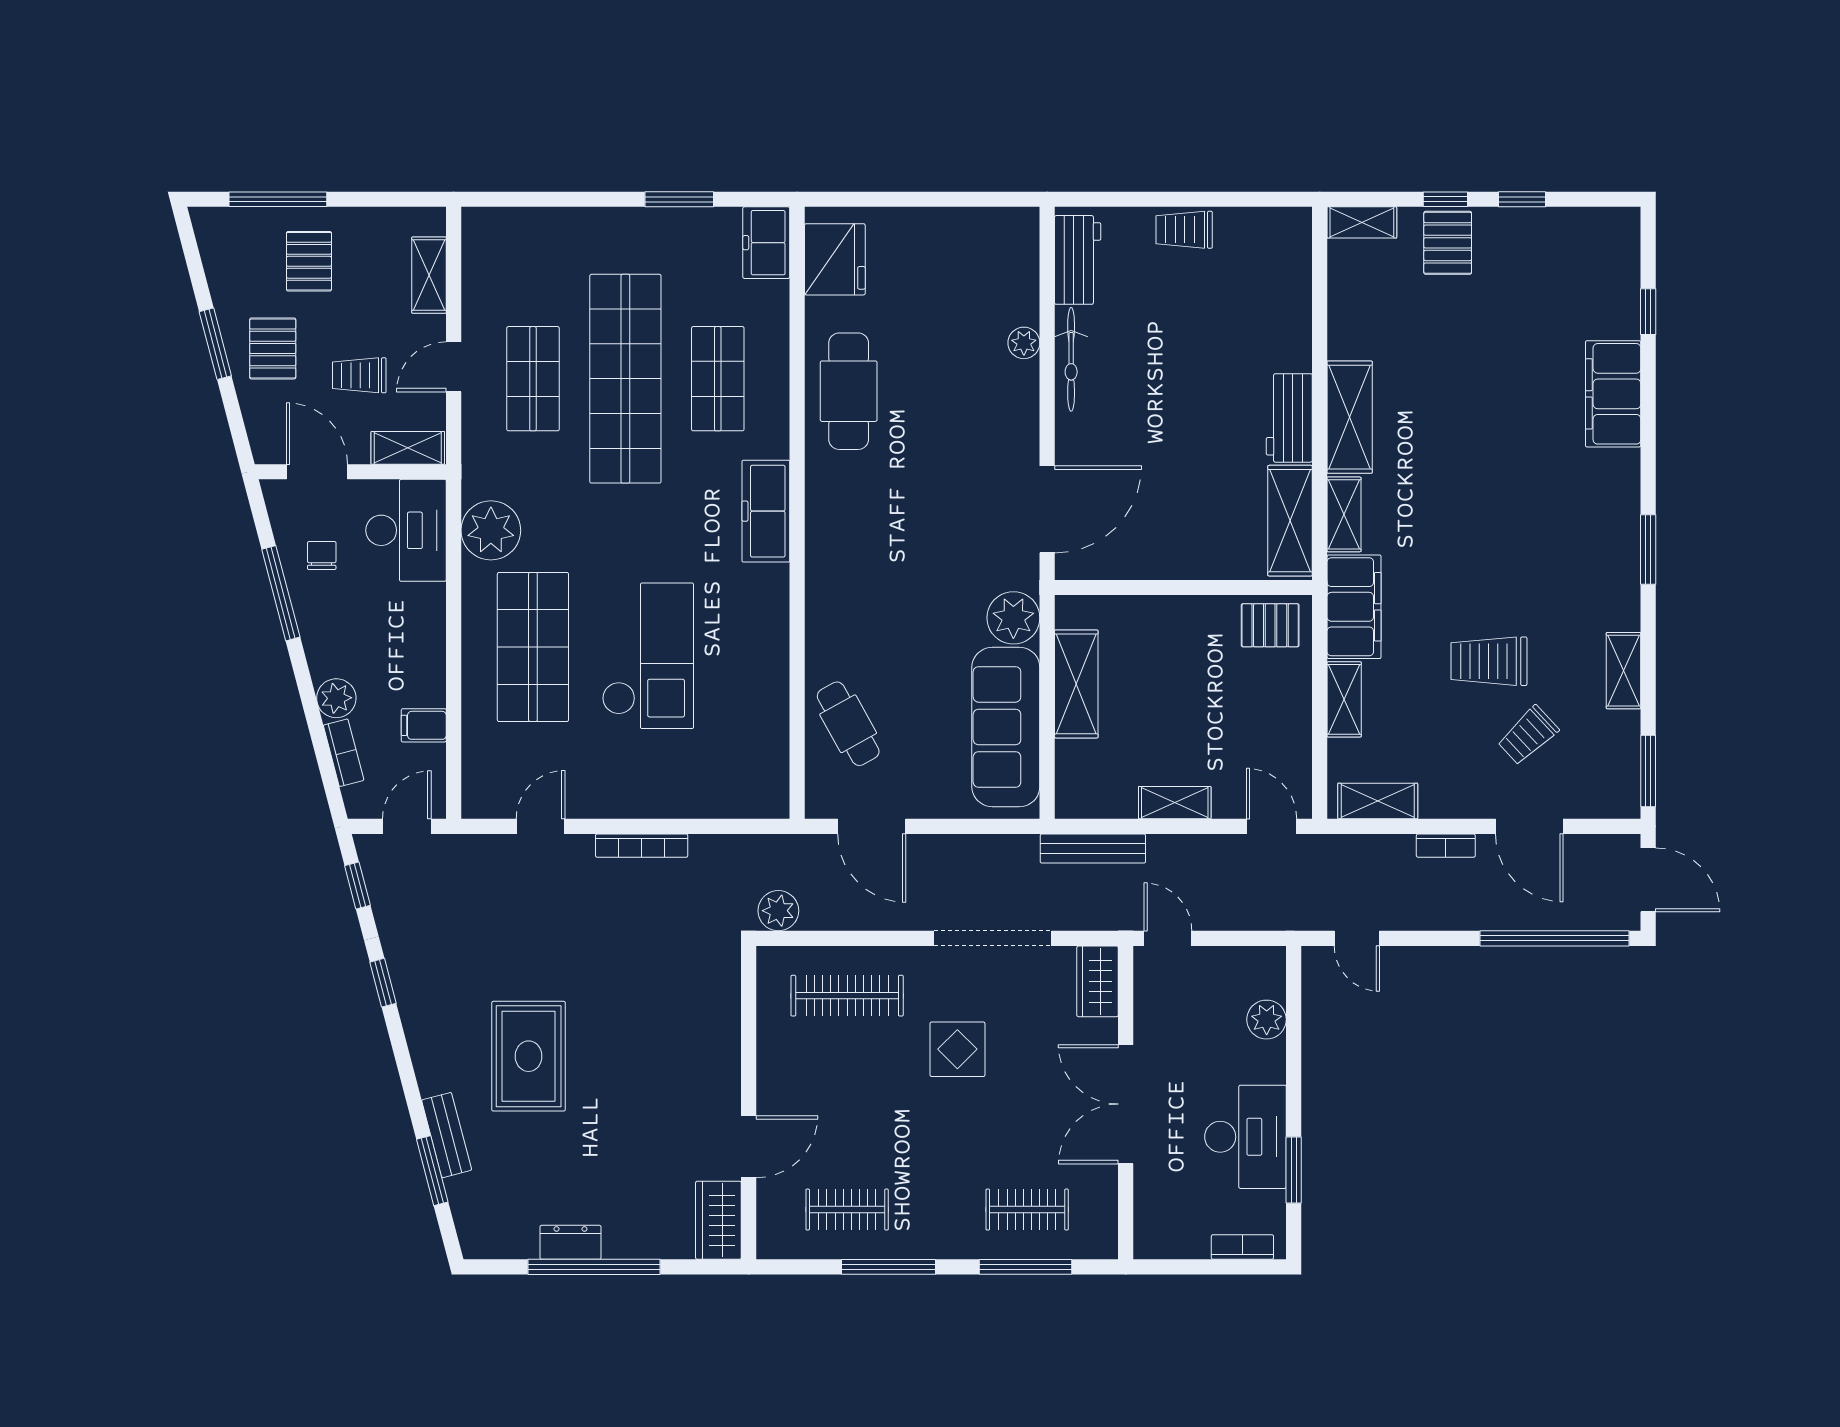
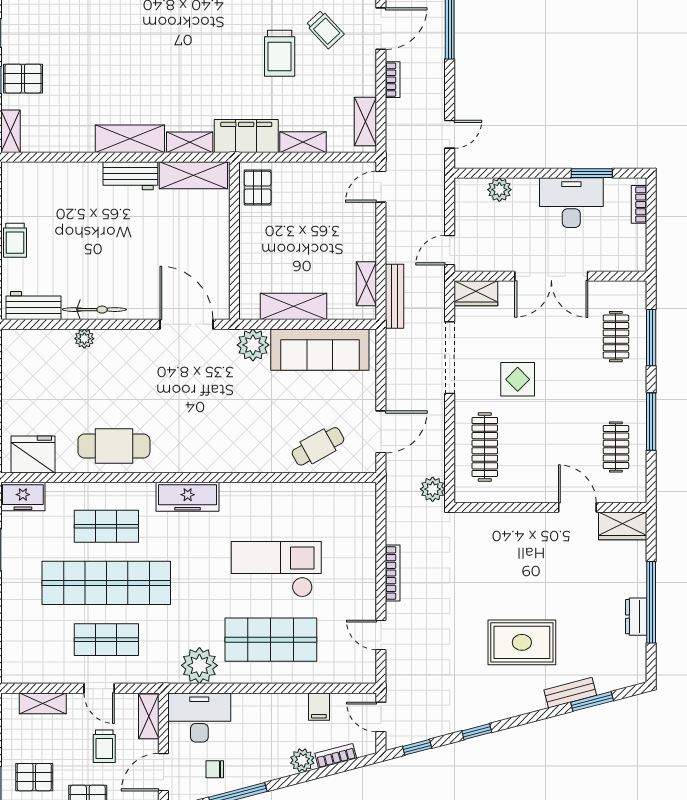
shelving: (1175, 803) -> (366, 284), moved

